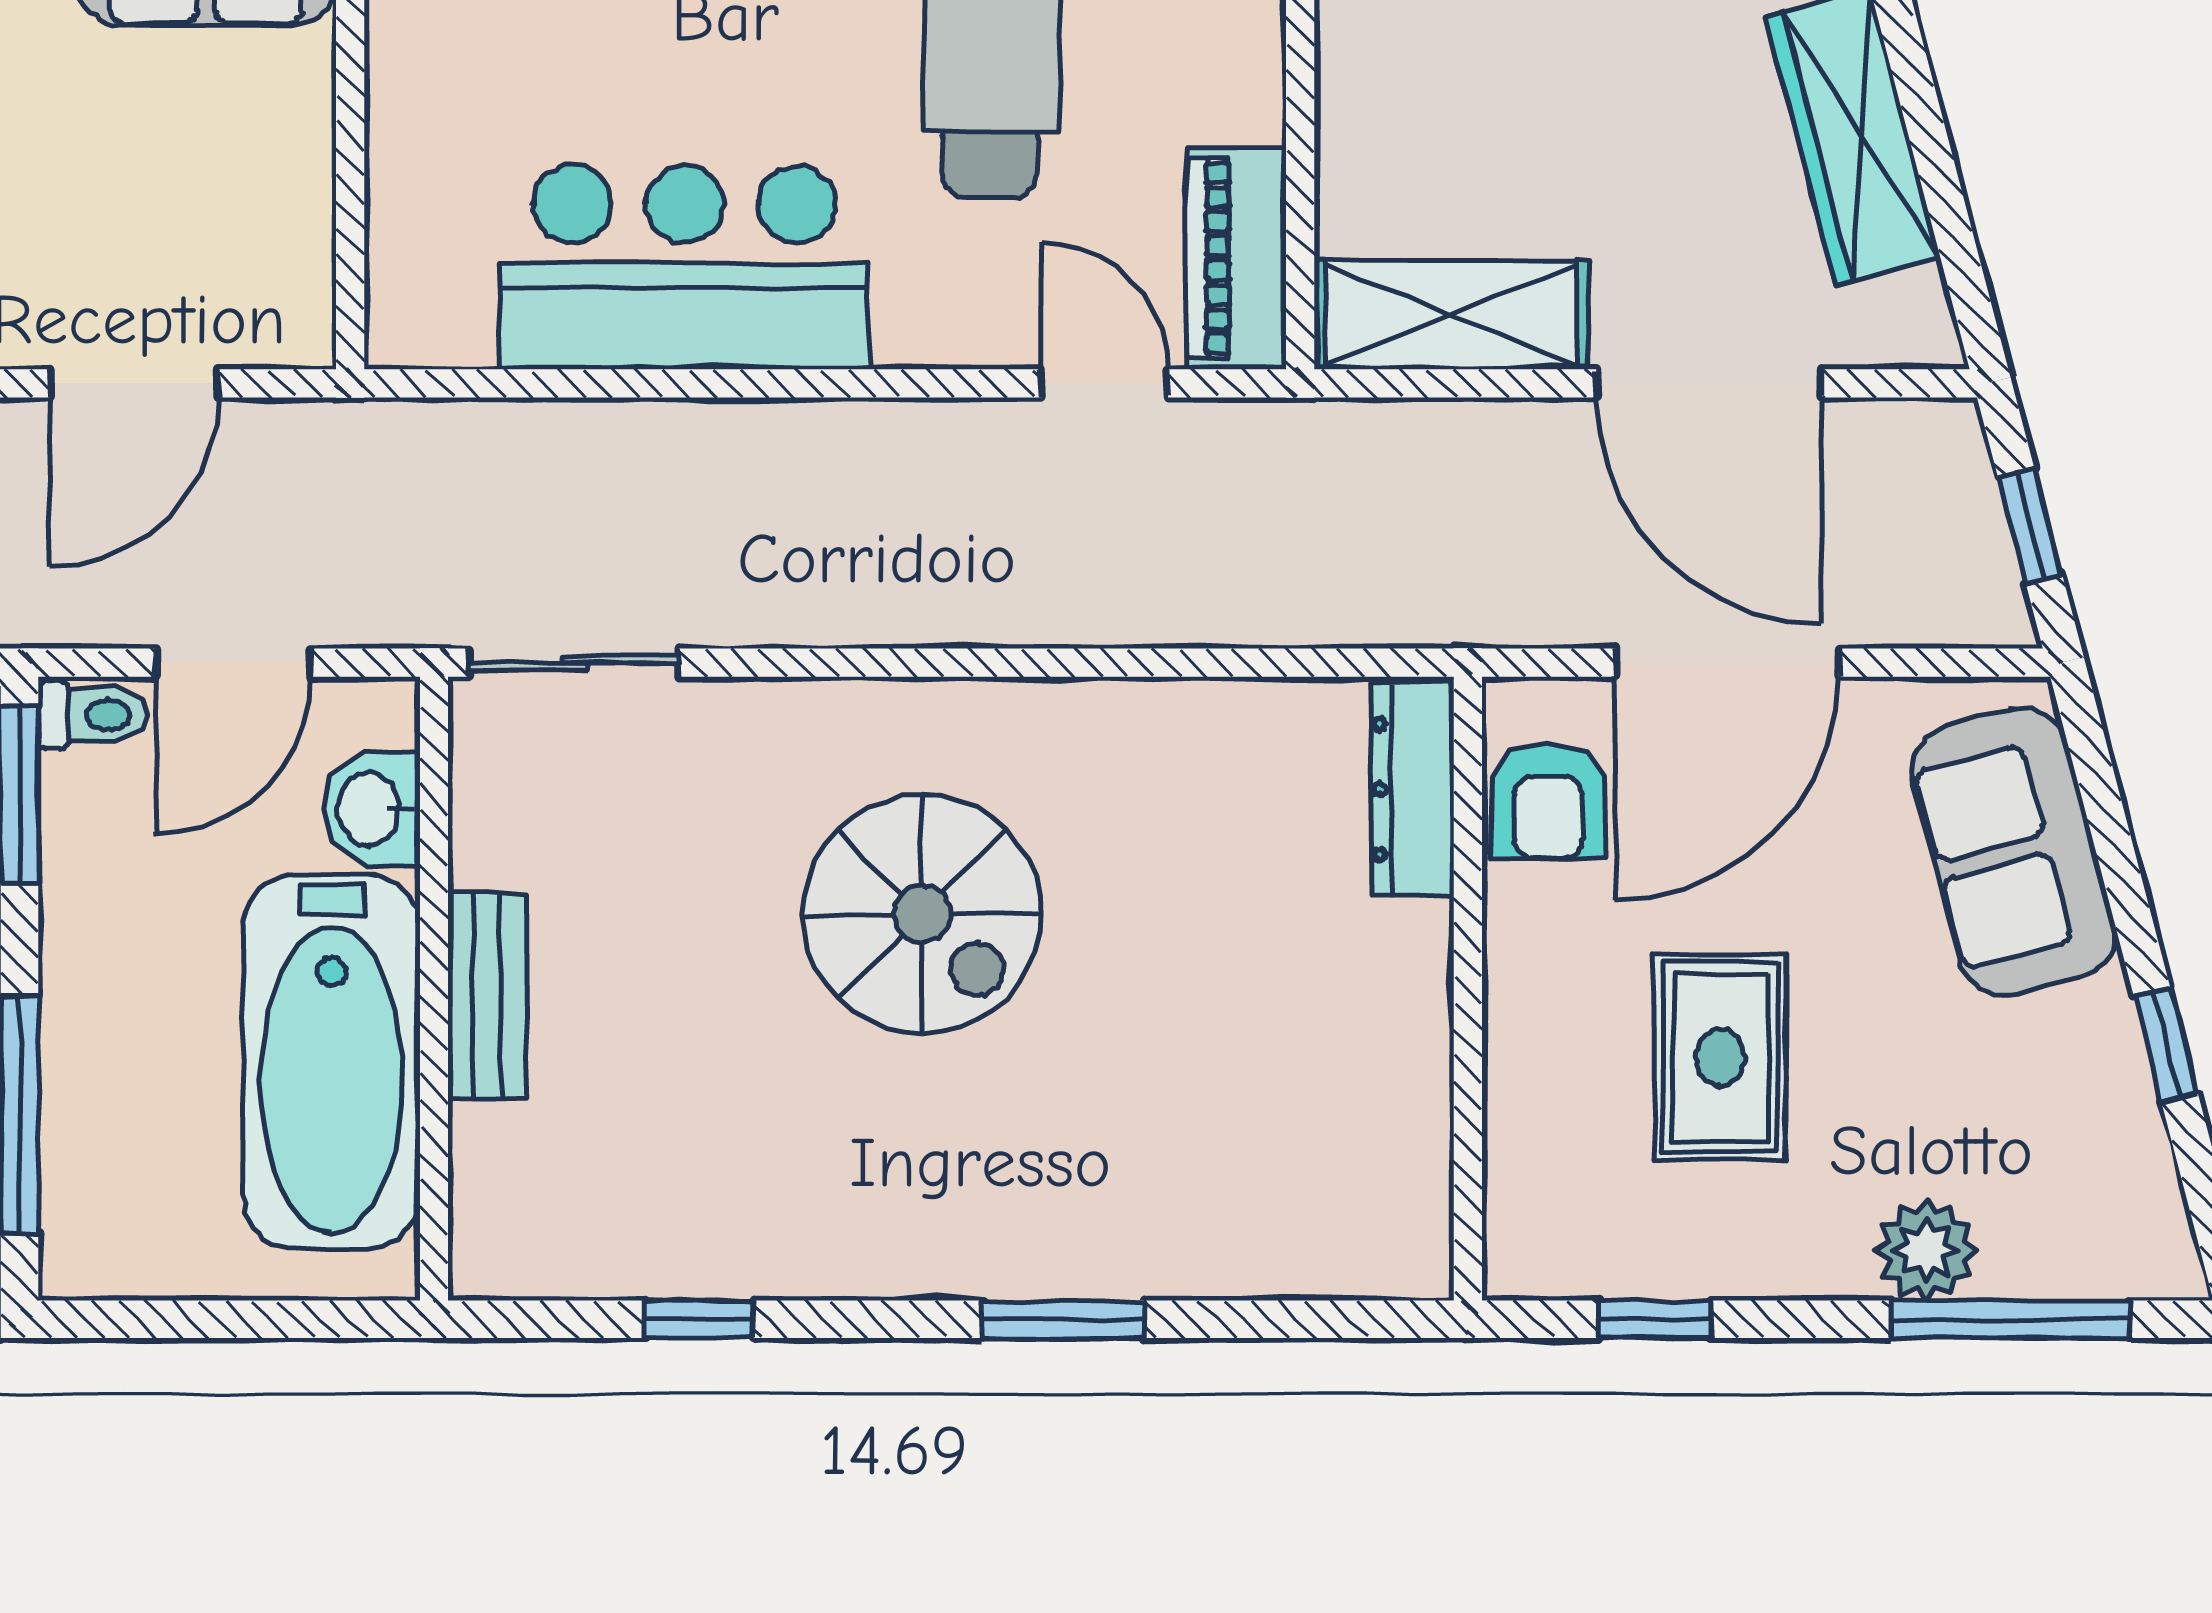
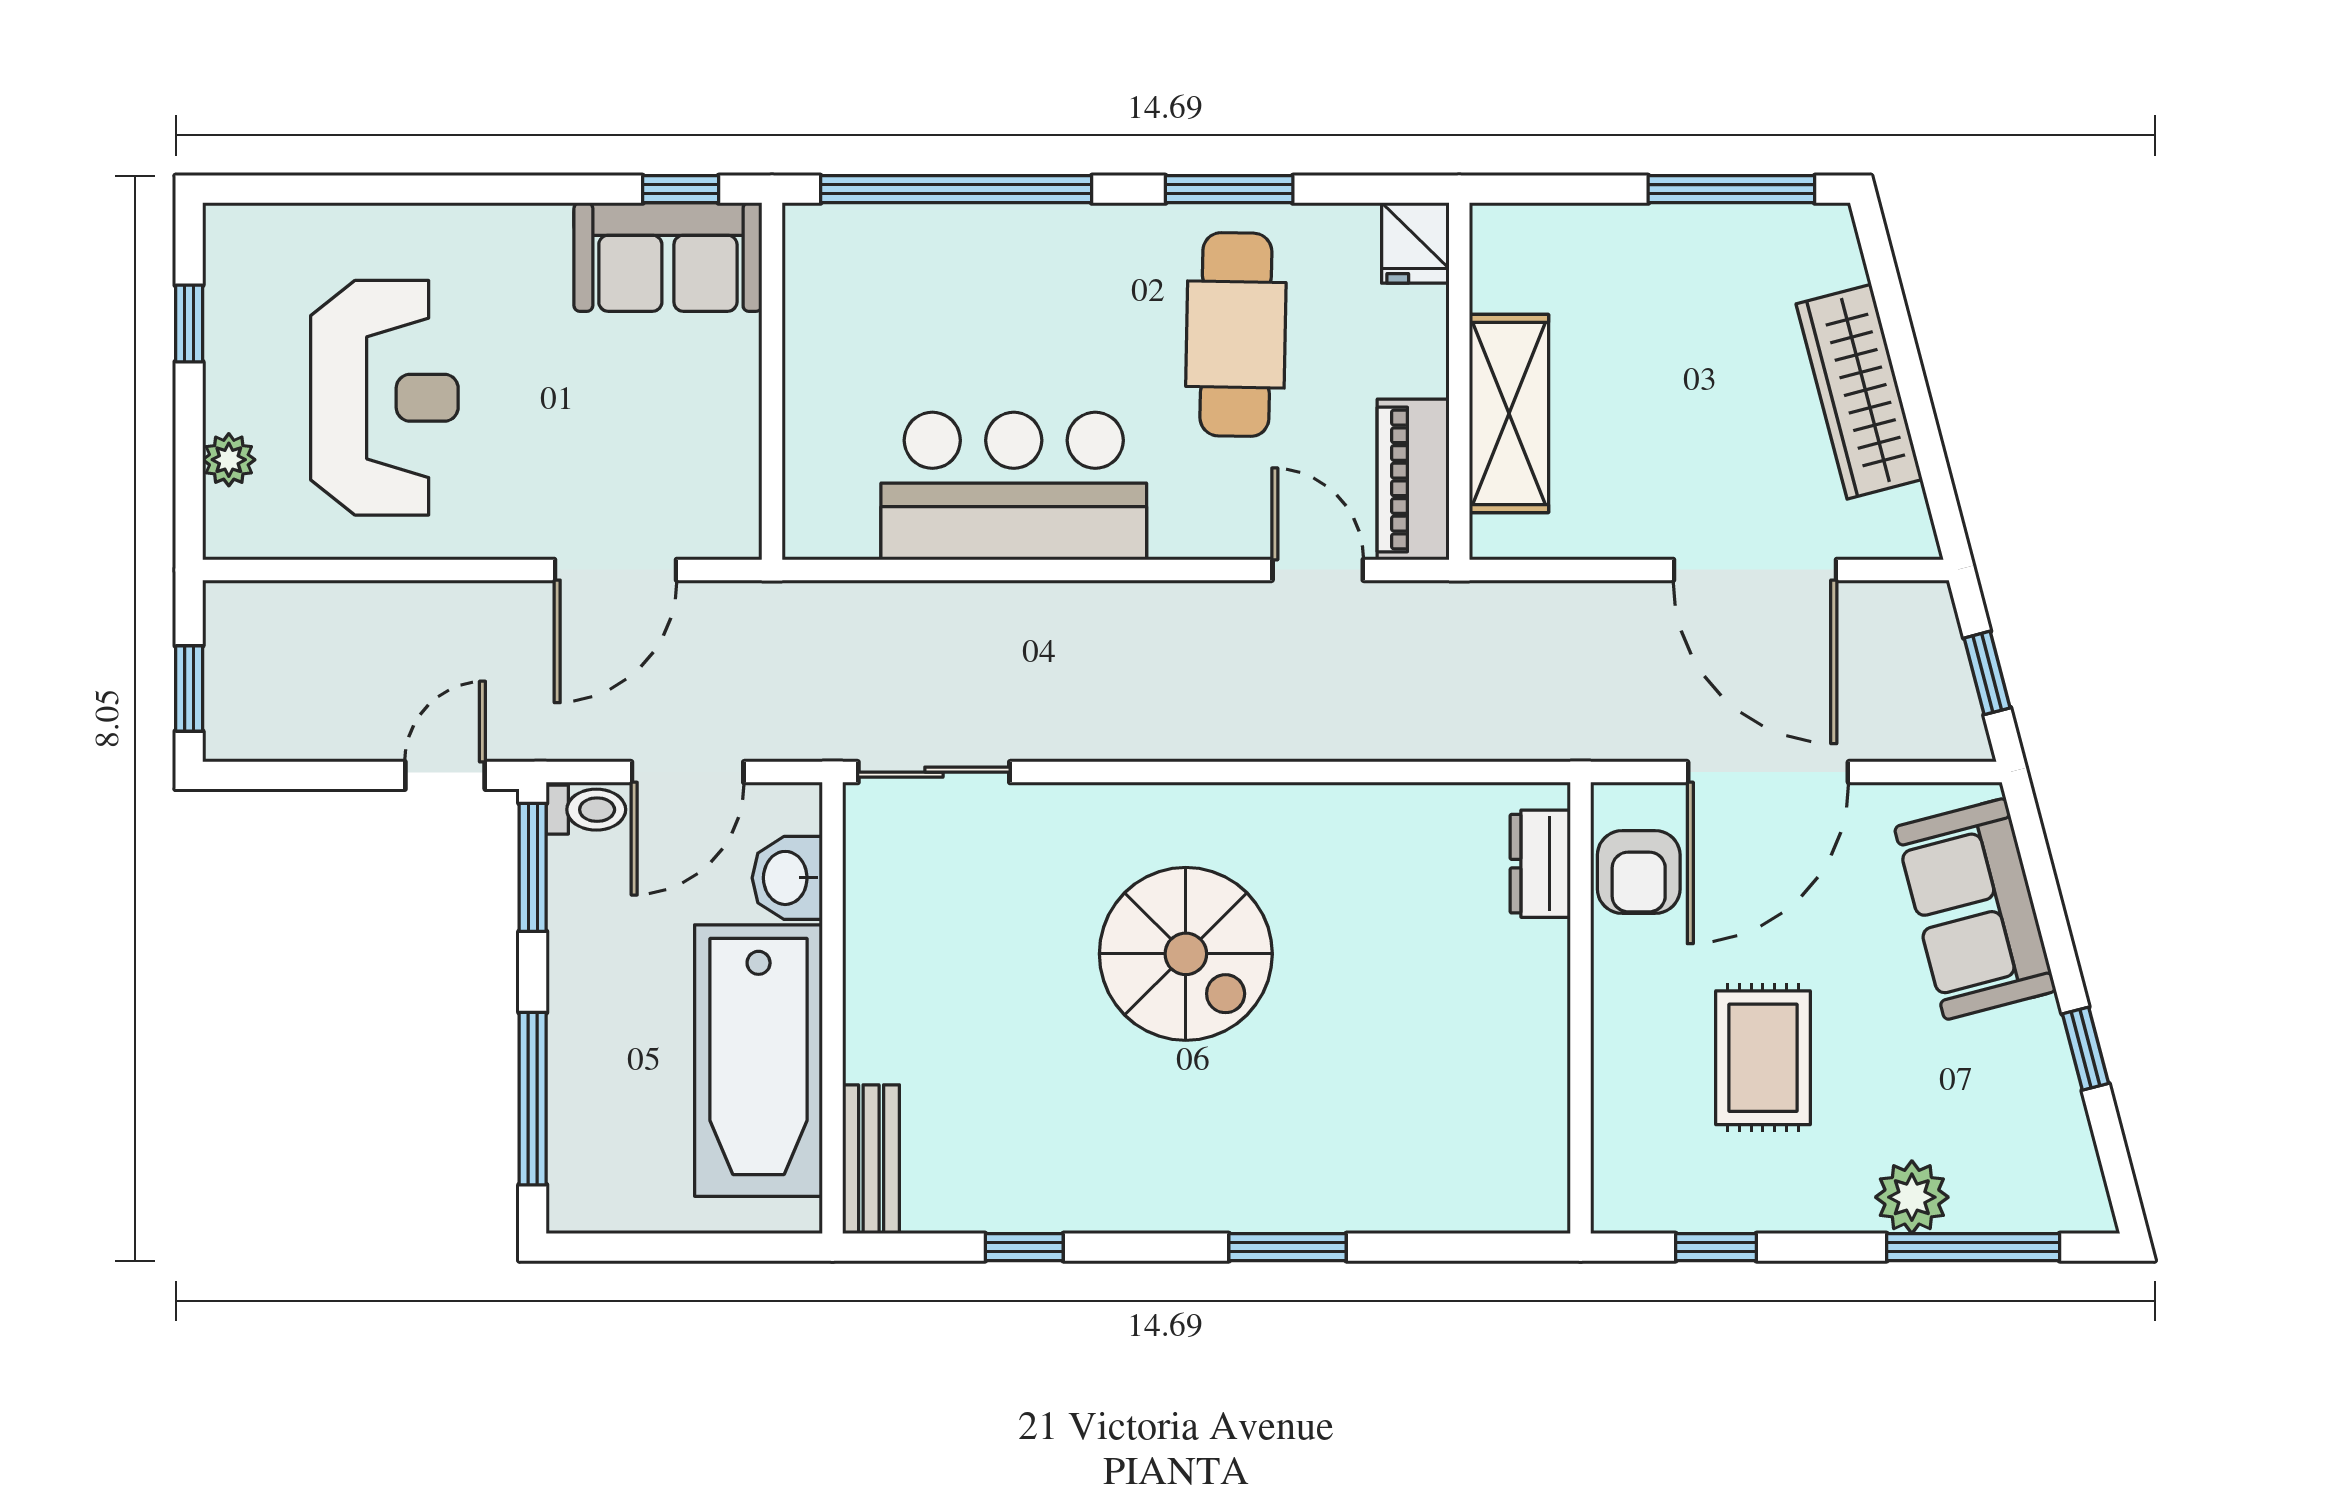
shelving: (1451, 315) -> (1509, 414), moved, turned 90
dresser: (1412, 789) -> (1540, 864), width x0.70
bench: (487, 996) -> (871, 1159), moved

